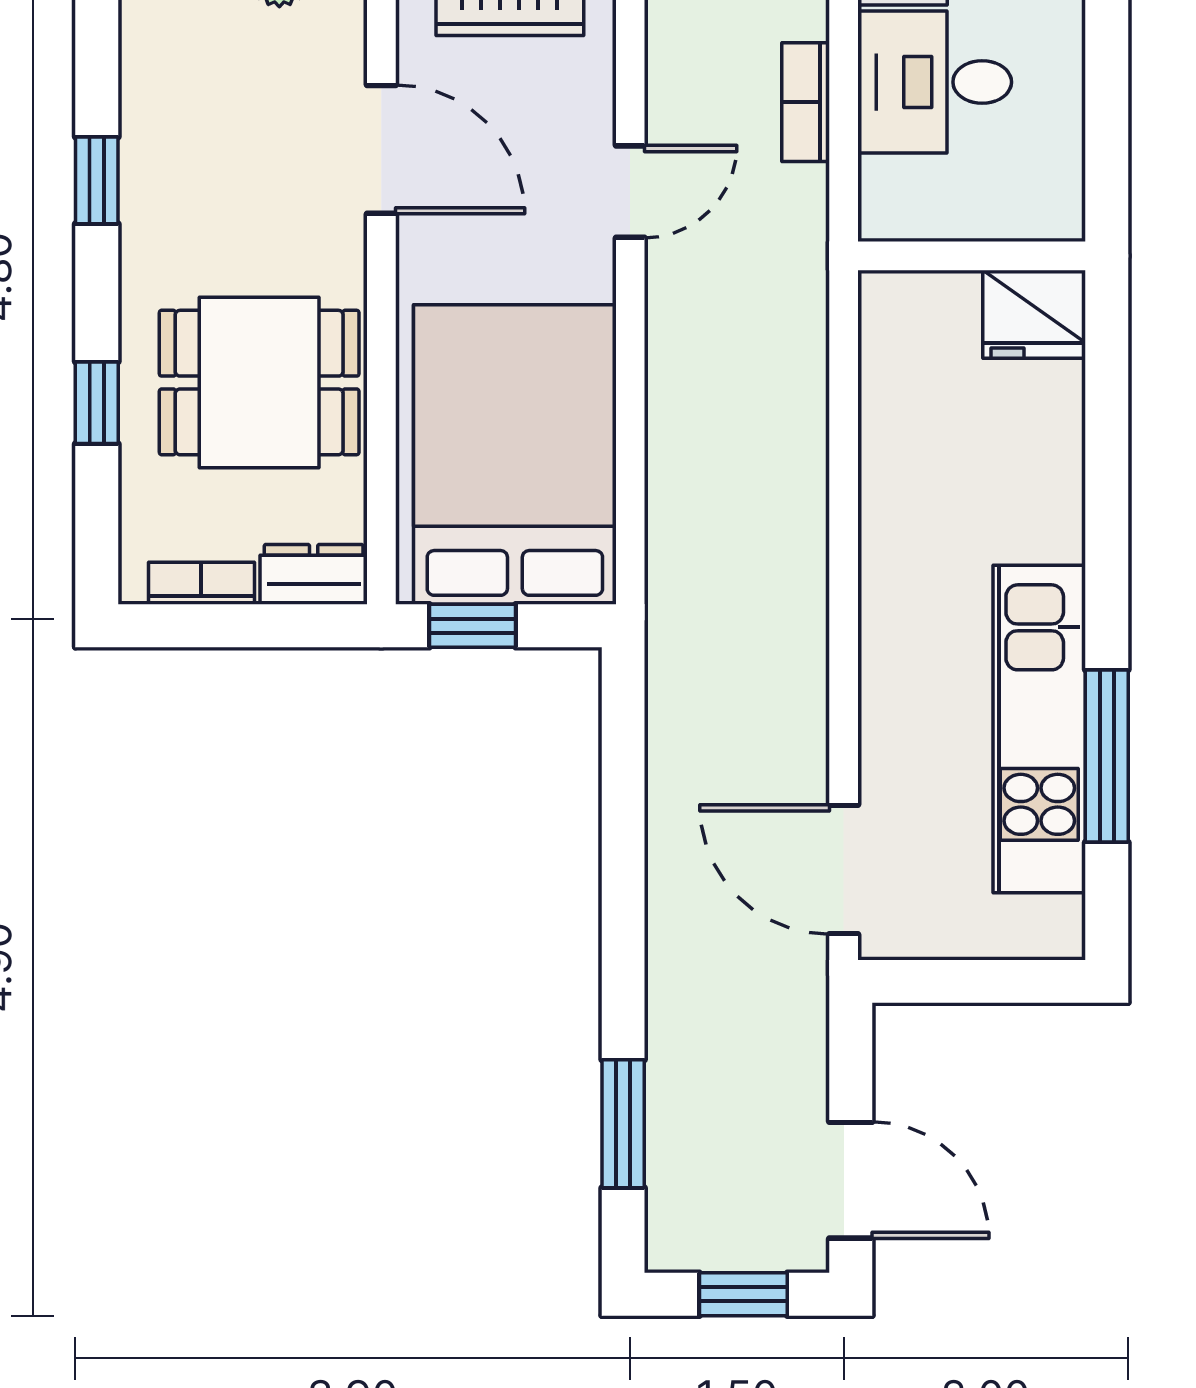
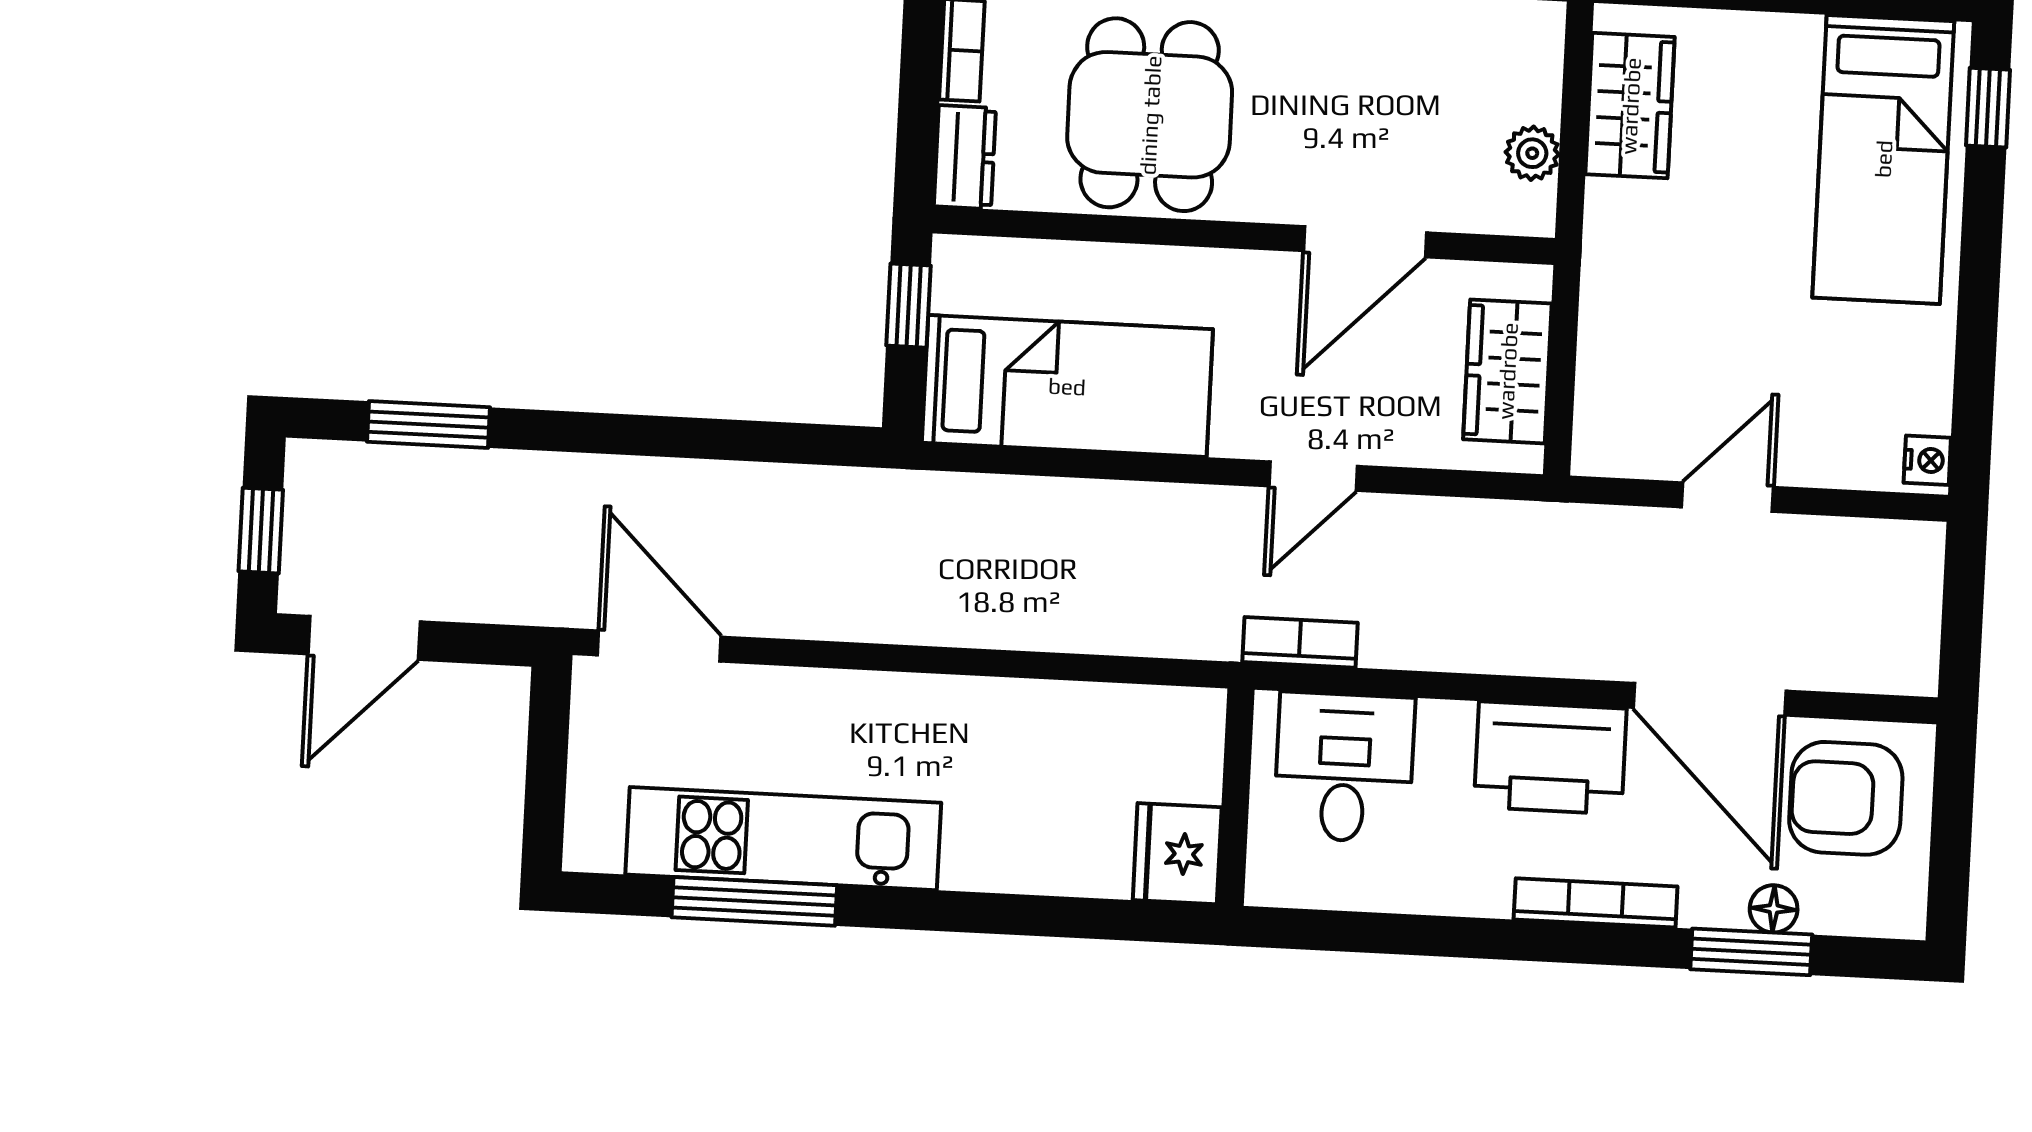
desk: (935, 82) -> (1344, 767), moved
bookcase: (806, 102) -> (1300, 642), moved
door: (630, 192) -> (1313, 476), hinge flipped
bed: (515, 455) -> (1067, 386), width x0.67
door: (844, 869) -> (659, 646), hinge flipped

